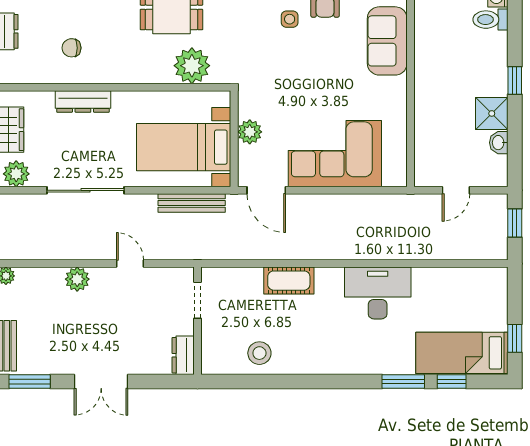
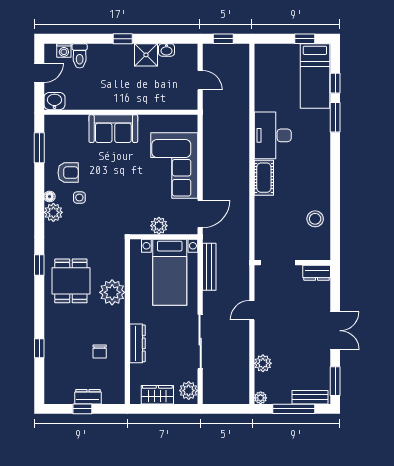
sofa: (387, 41) -> (113, 129), moved
plant: (192, 66) -> (112, 292), moved
plant: (77, 279) -> (263, 363), moved
cot: (289, 281) -> (264, 178), moved
doorway: (197, 300) -> (278, 263), width x1.38

